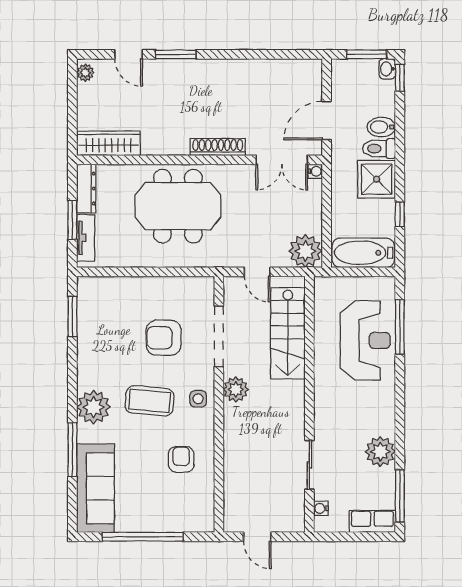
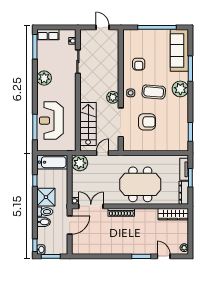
door: (257, 272) -> (103, 153), hinge flipped
plant: (380, 452) -> (44, 78), moved

